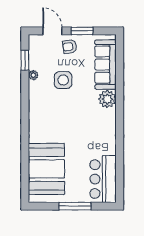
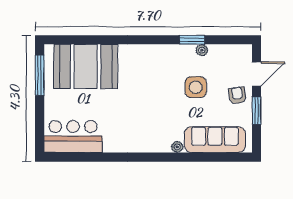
window: (25, 60) -> (192, 40), moved
plant: (107, 99) -> (177, 147), width x0.53, depth x0.53
window: (75, 206) -> (40, 75), moved

